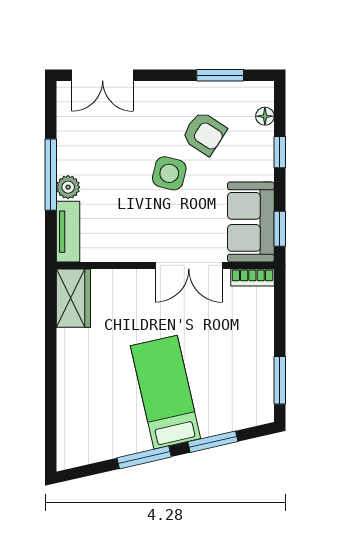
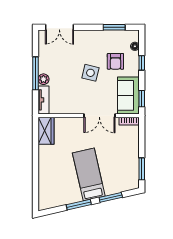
armchair: (204, 133) -> (115, 61), moved, turned 57

